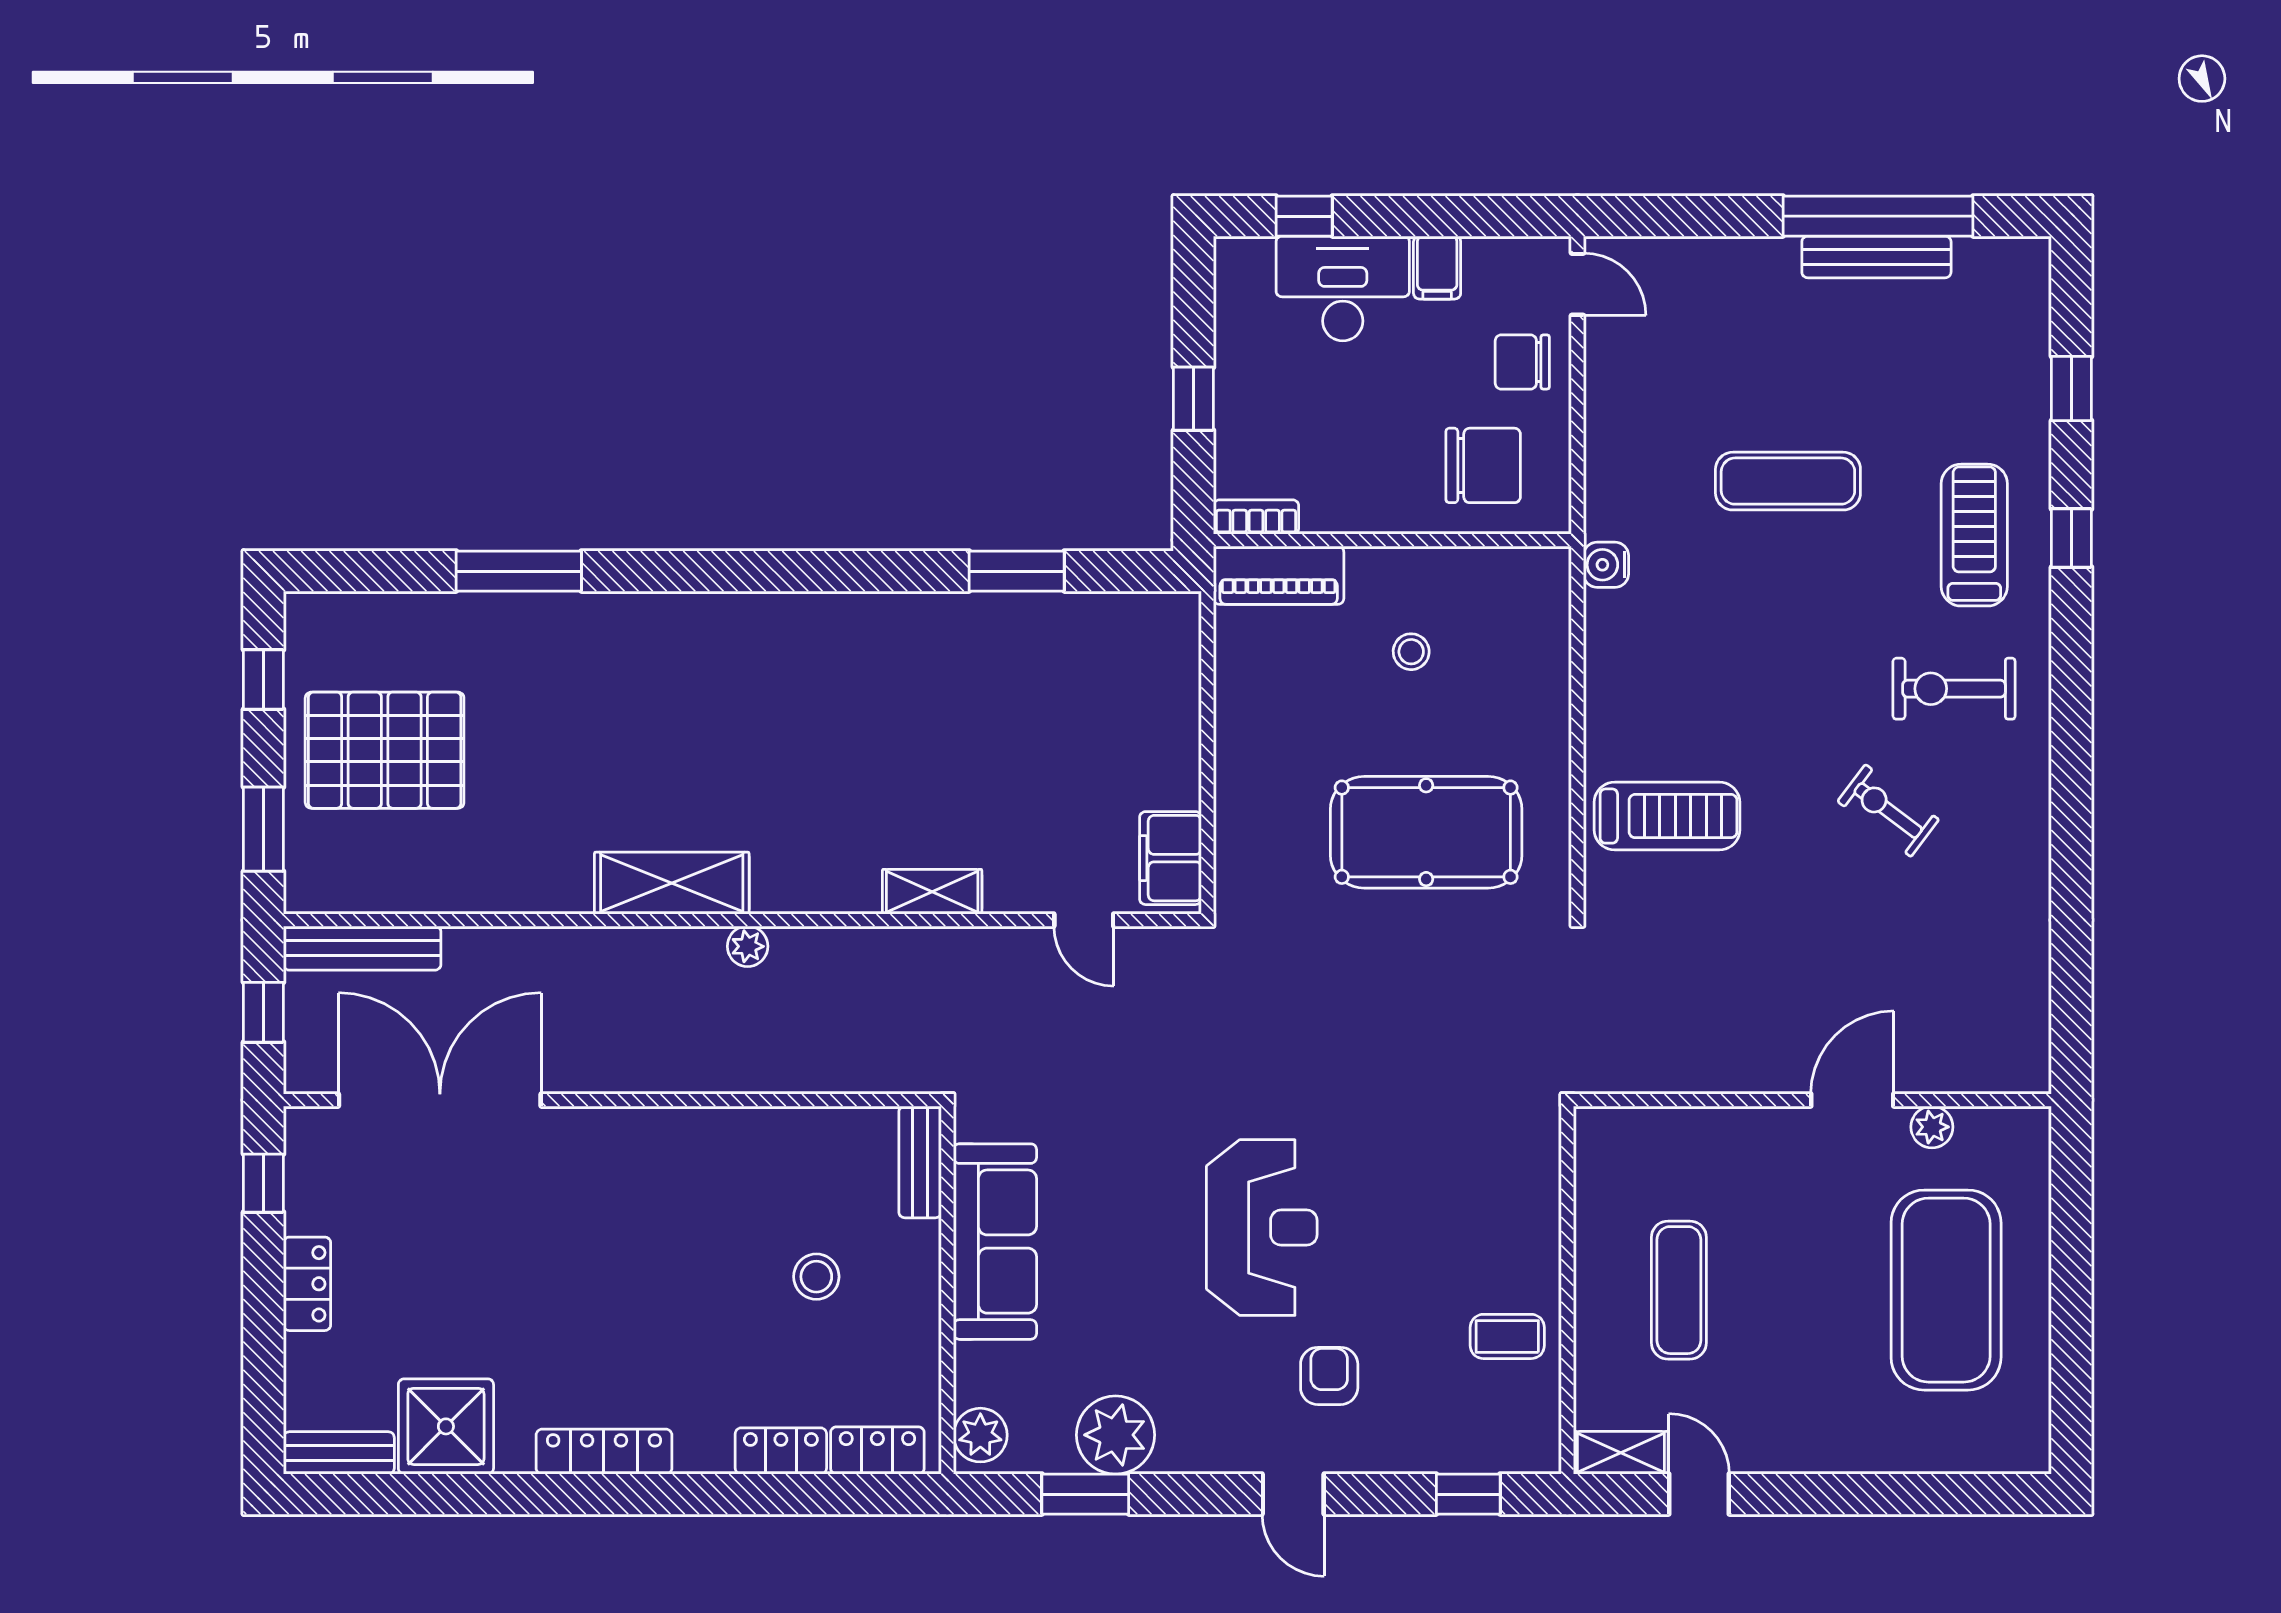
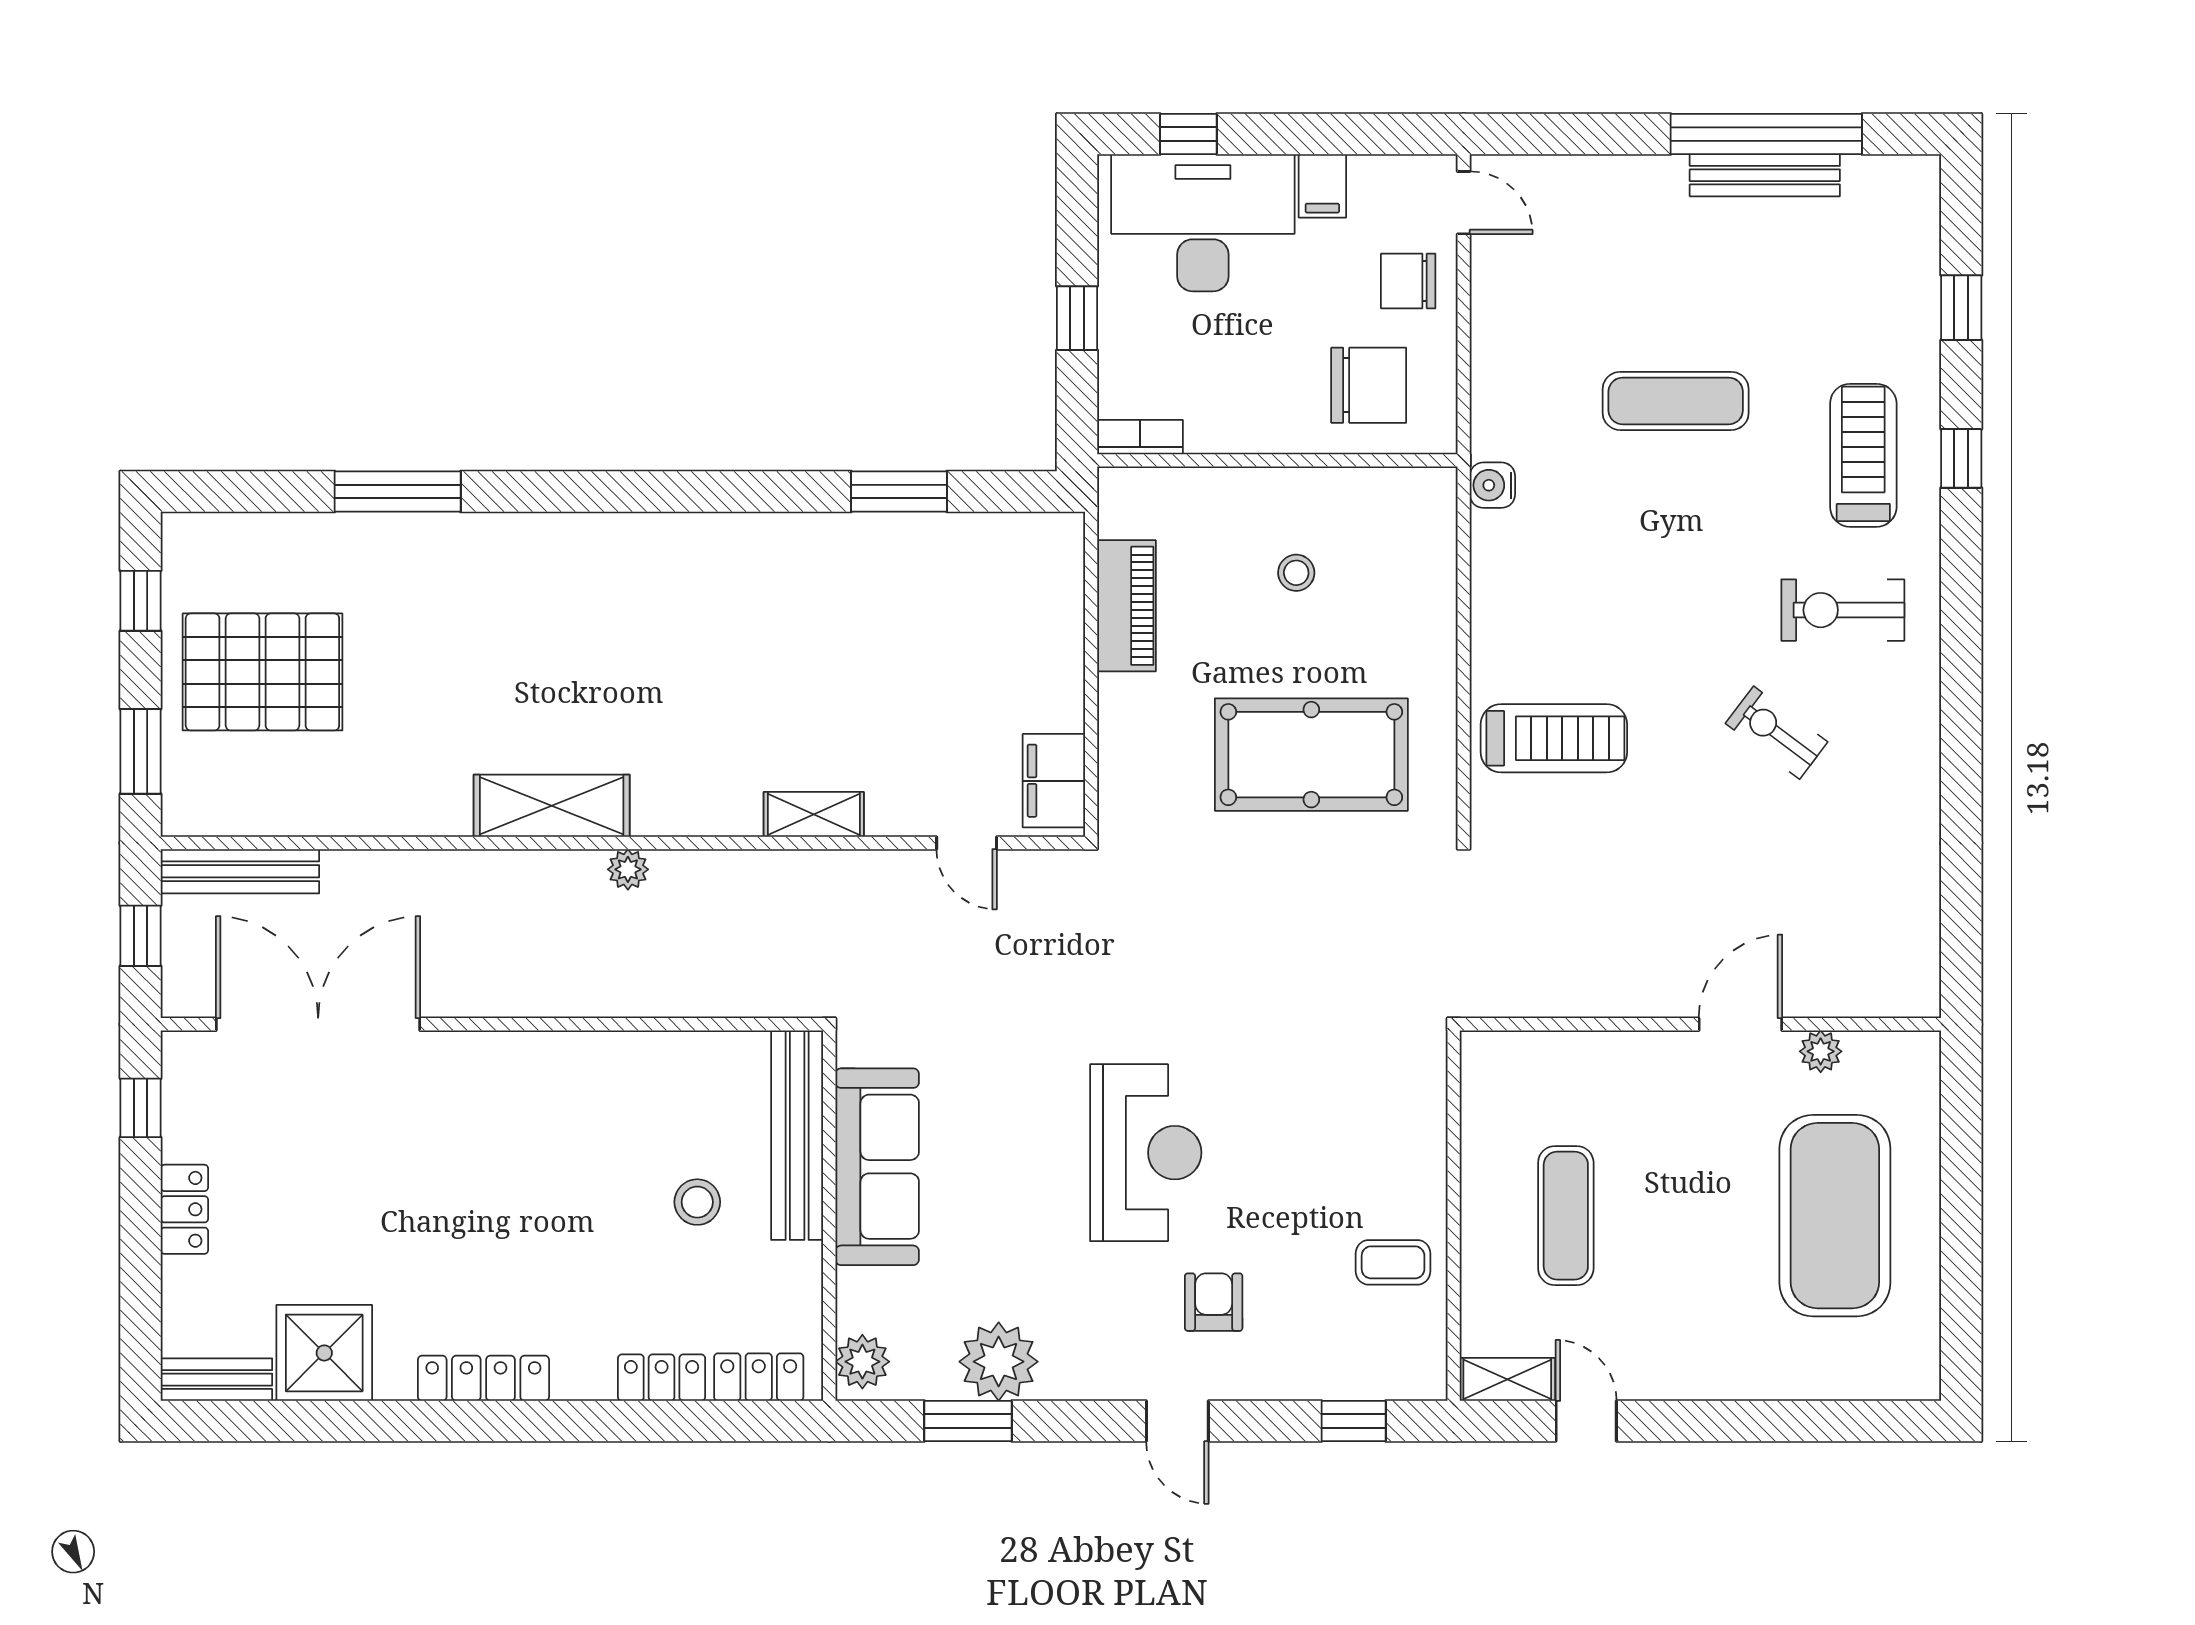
desk: (1343, 288) -> (1203, 223), width x1.36, depth x1.30
piano: (1279, 575) -> (1126, 606), moved, turned -90
bench: (920, 1162) -> (797, 1135), width x1.86, depth x1.21

